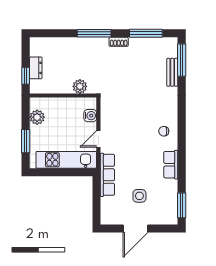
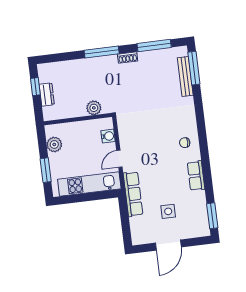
bench: (172, 72) -> (185, 76), width x1.36
window: (26, 76) -> (35, 87), moved

